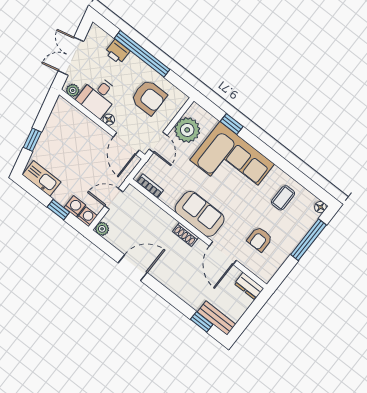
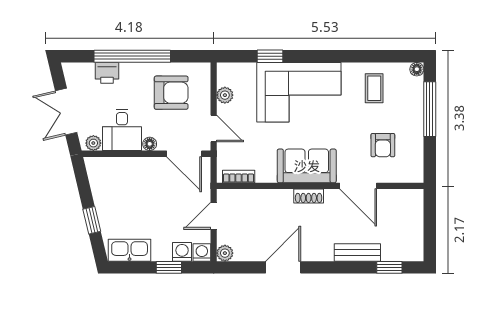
plant: (187, 130) -> (225, 95), width x0.53, depth x0.53
dresser: (249, 286) -> (408, 198), removed
bench: (217, 318) -> (357, 253), moved

